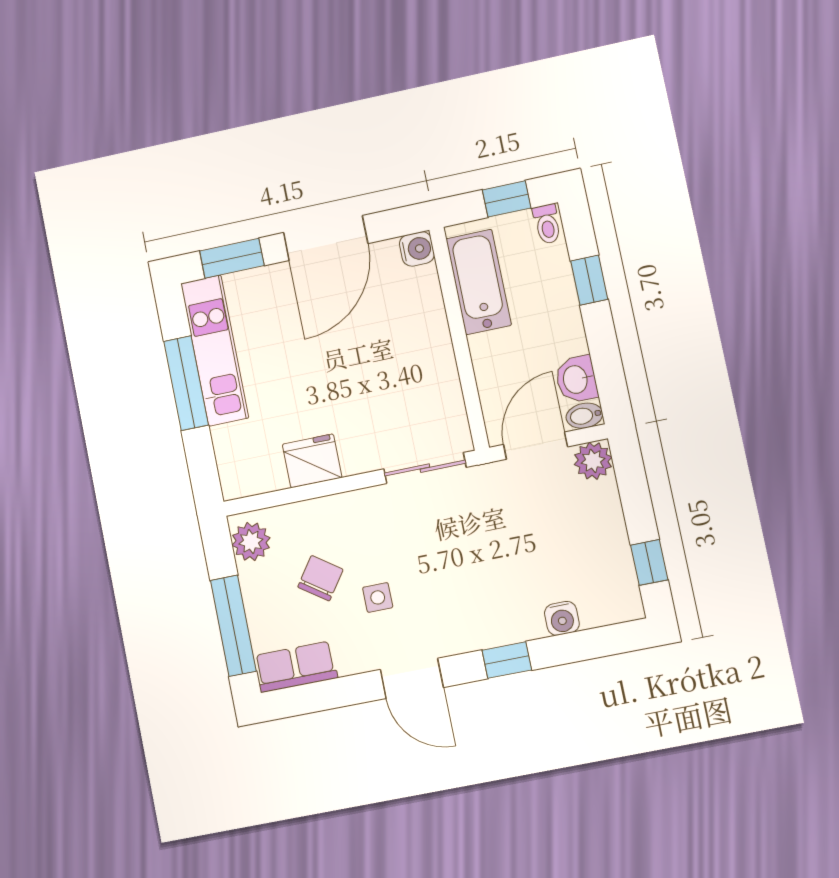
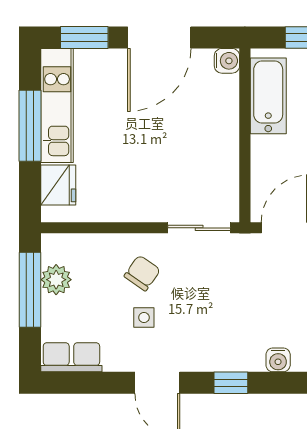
fridge: (312, 461) -> (58, 185), moved, turned 90
plant: (251, 542) -> (56, 280), moved
chair: (320, 578) -> (142, 273), moved
window: (233, 626) -> (30, 290), moved

